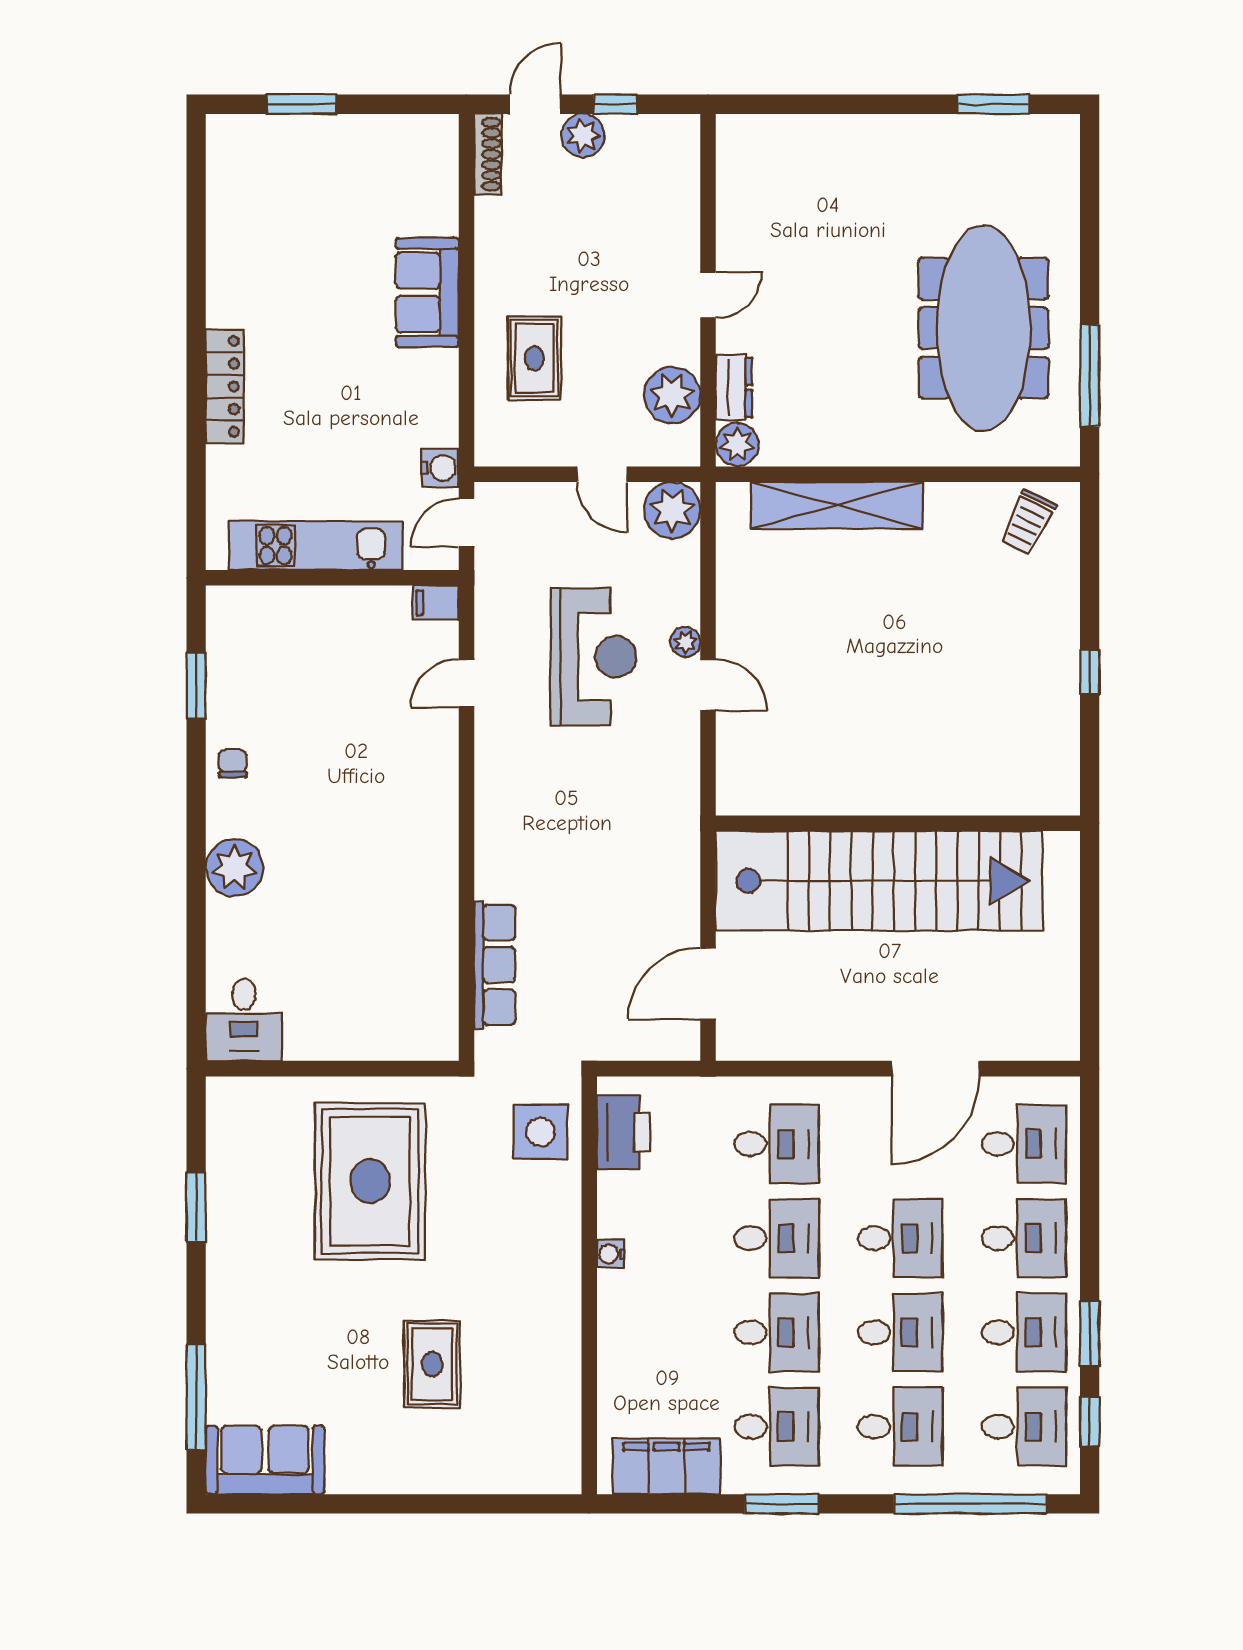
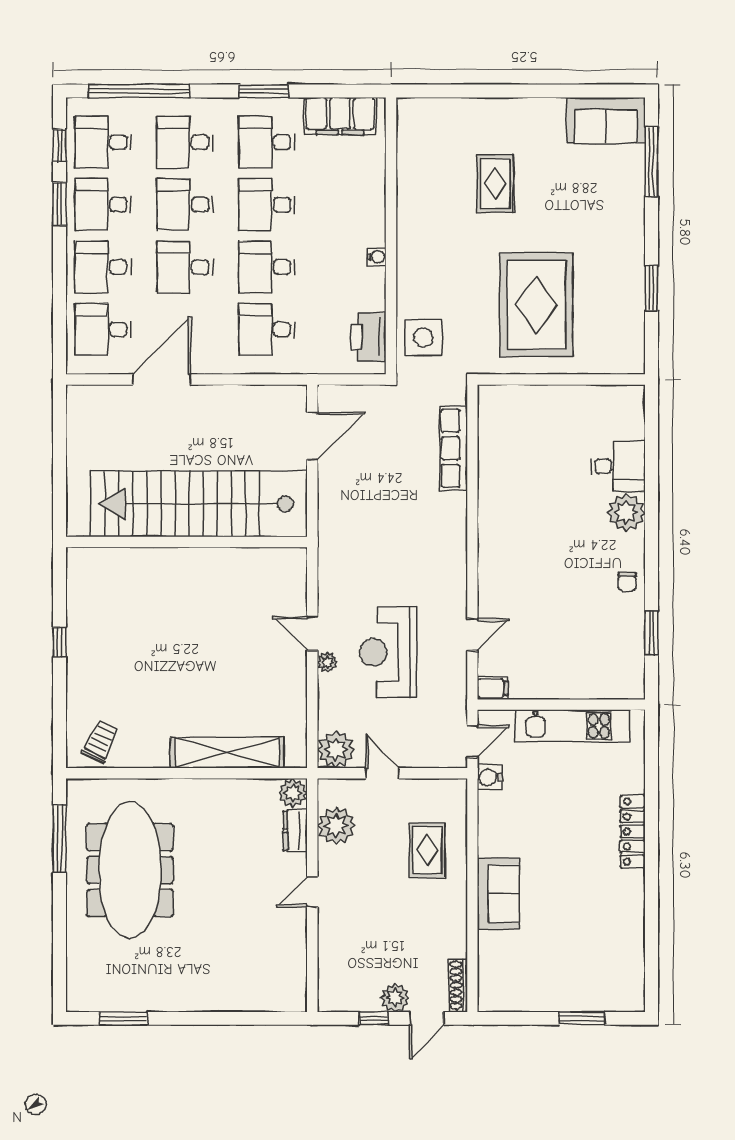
desk: (244, 1020) -> (618, 466), moved, turned 90

